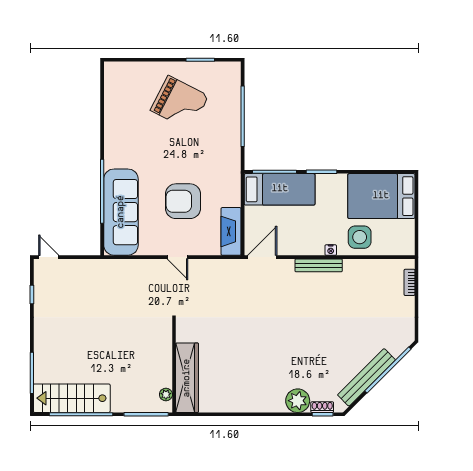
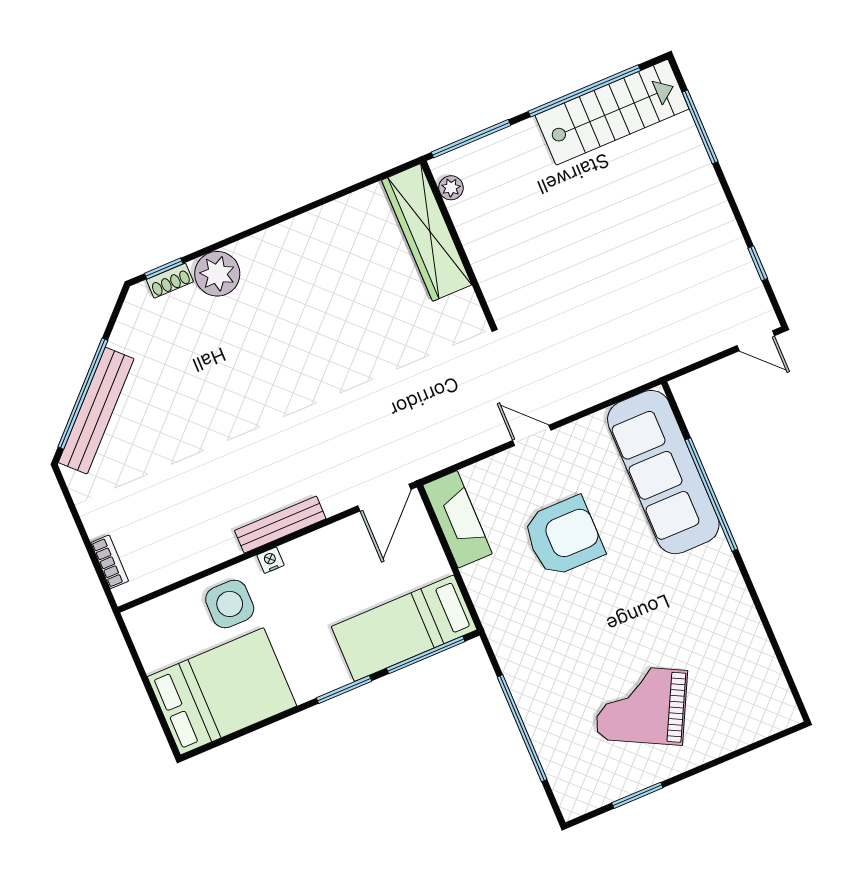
bench: (367, 377) -> (96, 411), moved

